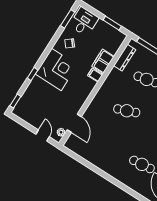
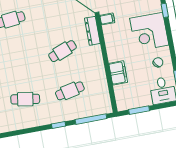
dresser: (125, 58) -> (92, 31), moved
filing cabinet: (95, 75) -> (107, 19), moved

